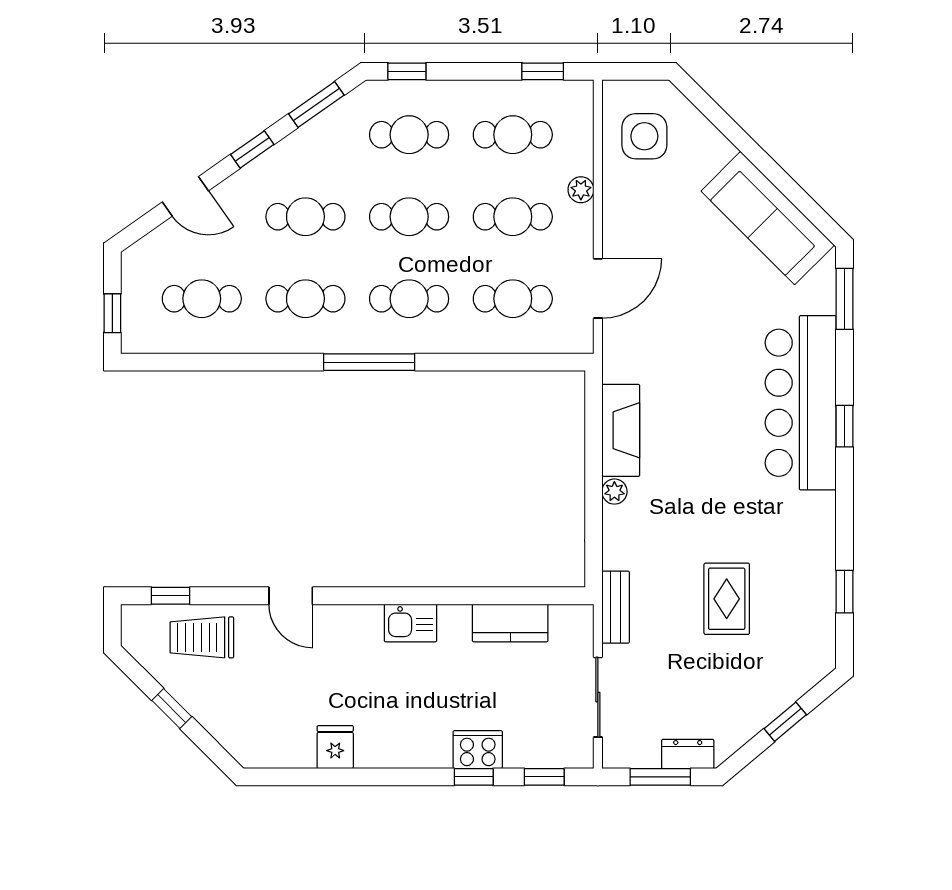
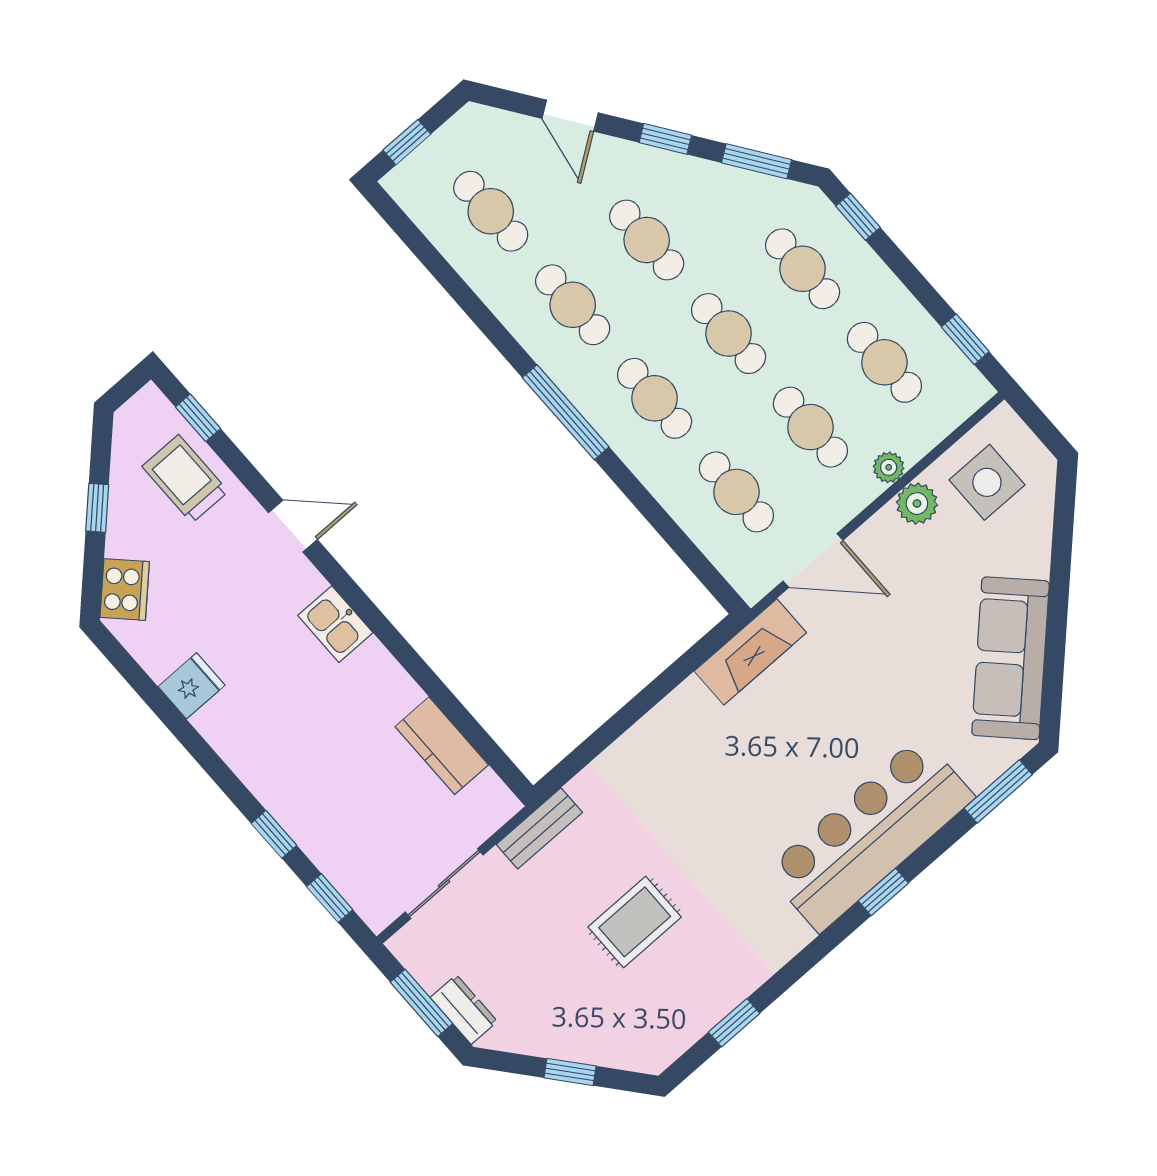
fireplace: (621, 430) -> (750, 652), moved
plant: (614, 492) -> (917, 504), moved, width x1.38, depth x1.38
door: (291, 596) -> (293, 526), swing flipped
kitchen sink: (411, 623) -> (335, 624), moved
cooker: (478, 750) -> (125, 590), moved, turned 45

